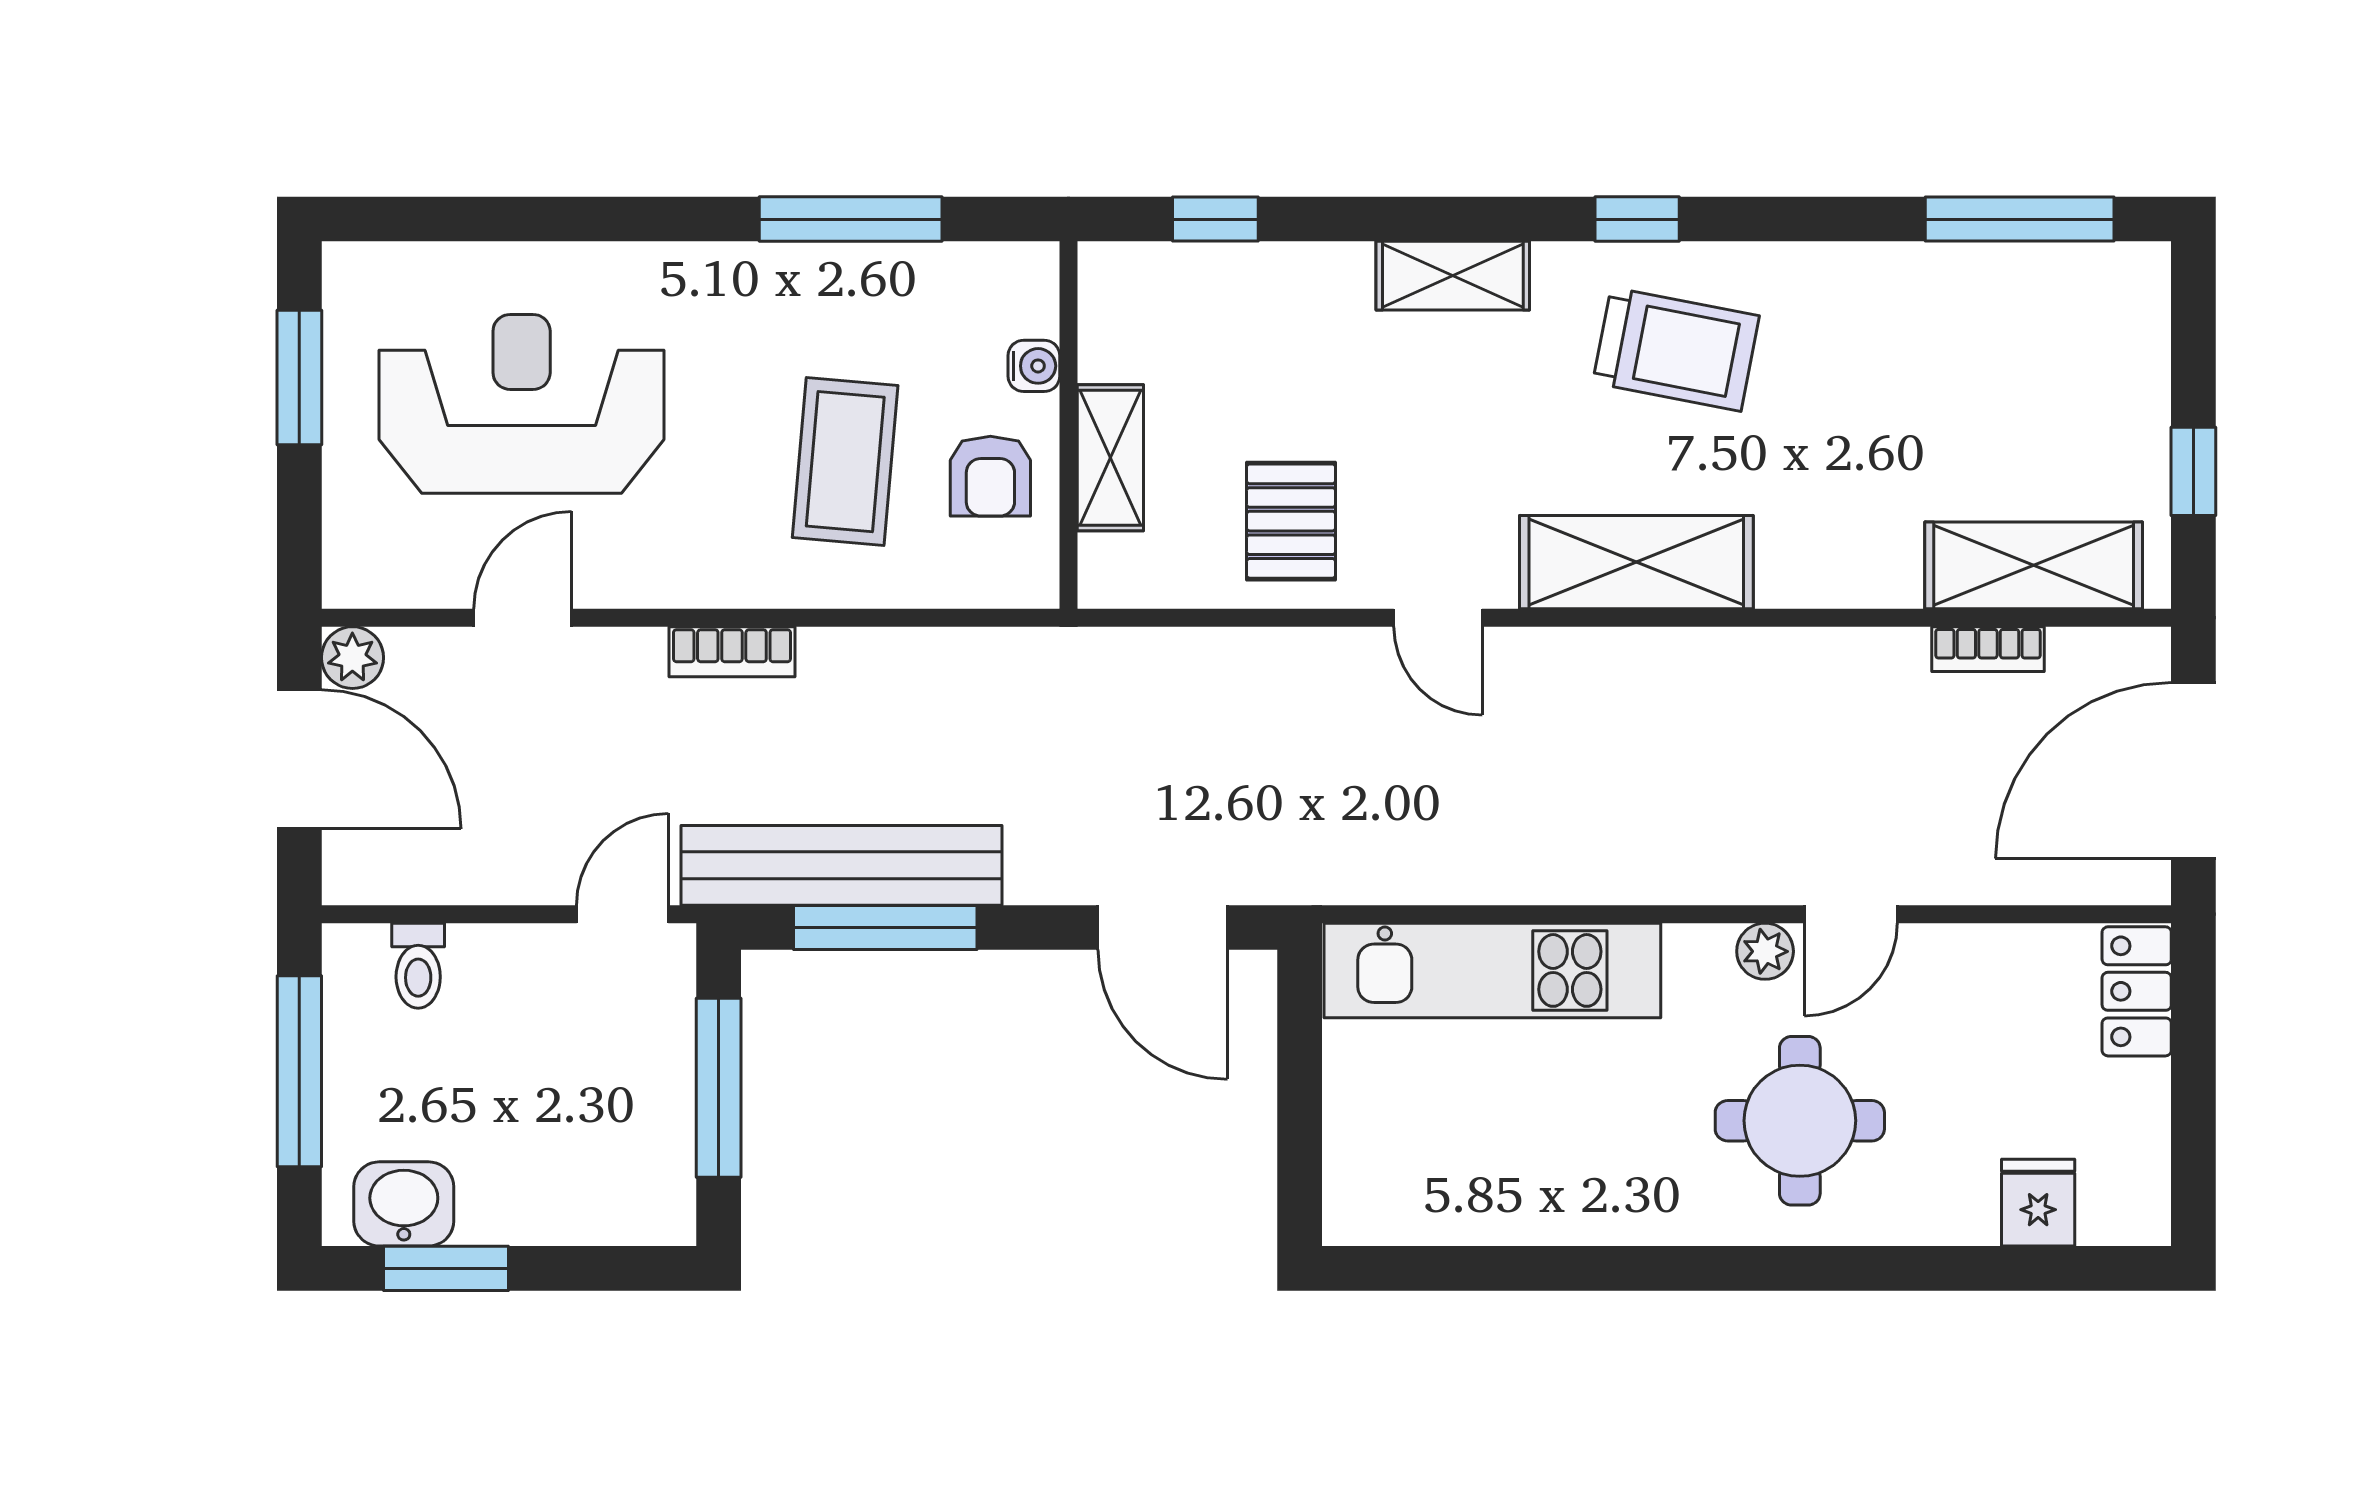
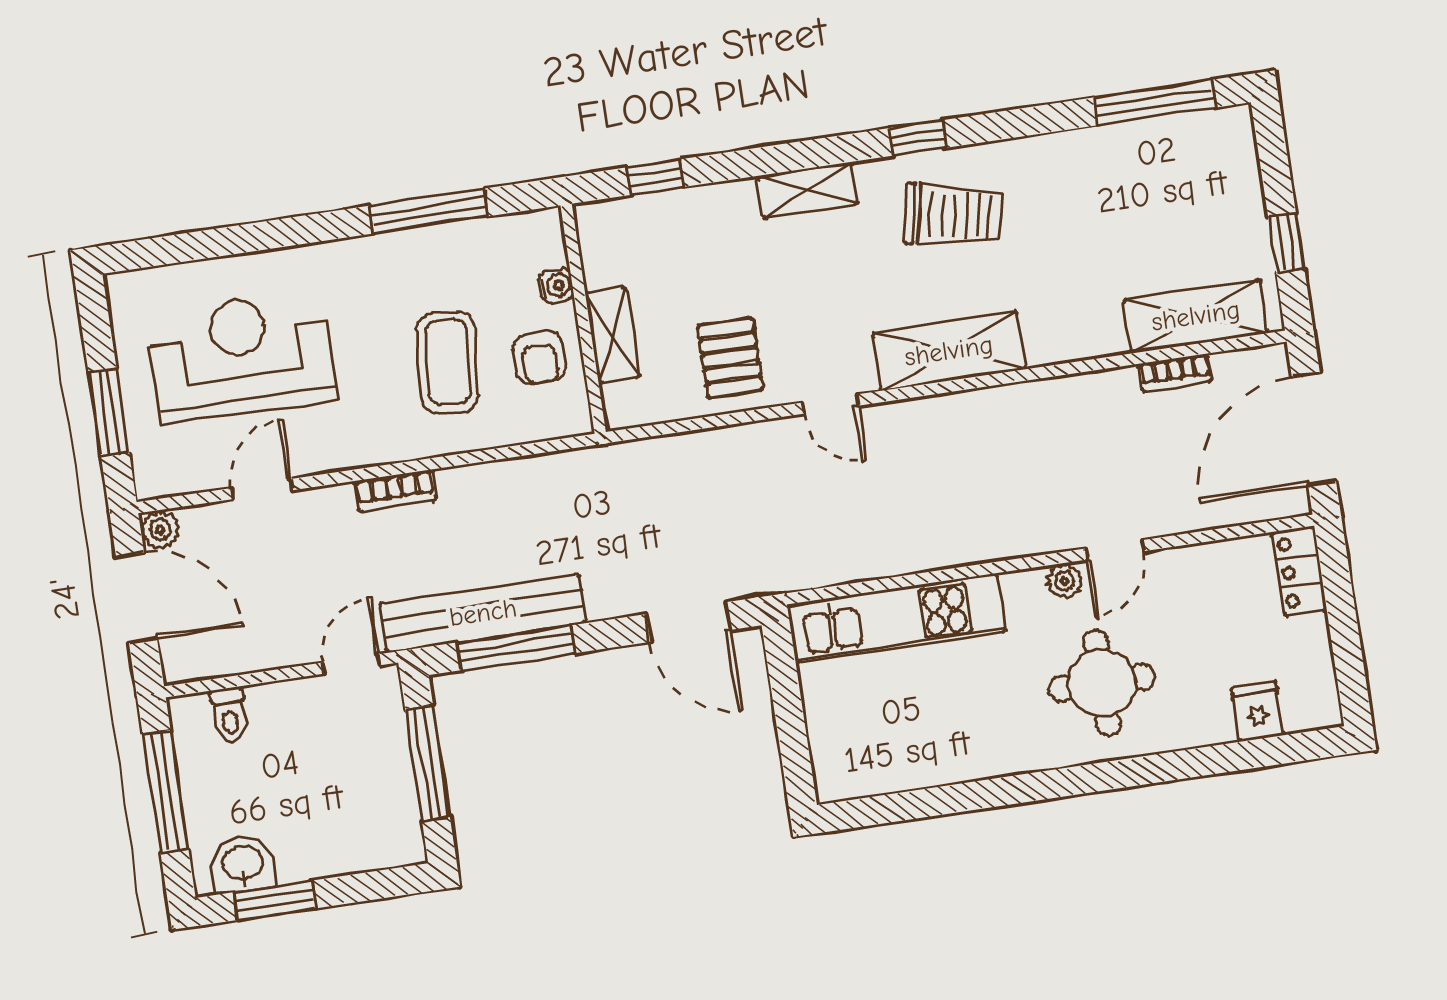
window: (299, 377) -> (109, 412), moved

